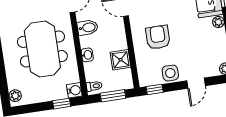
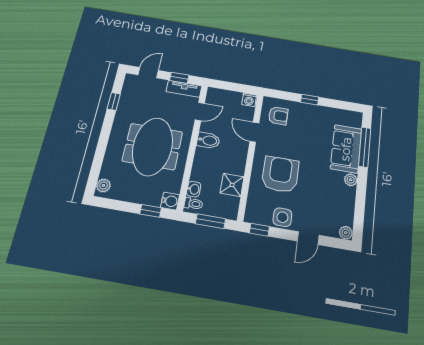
armchair: (158, 37) -> (280, 174), width x1.36, depth x1.36
washbasin: (87, 55) -> (194, 189), moved

